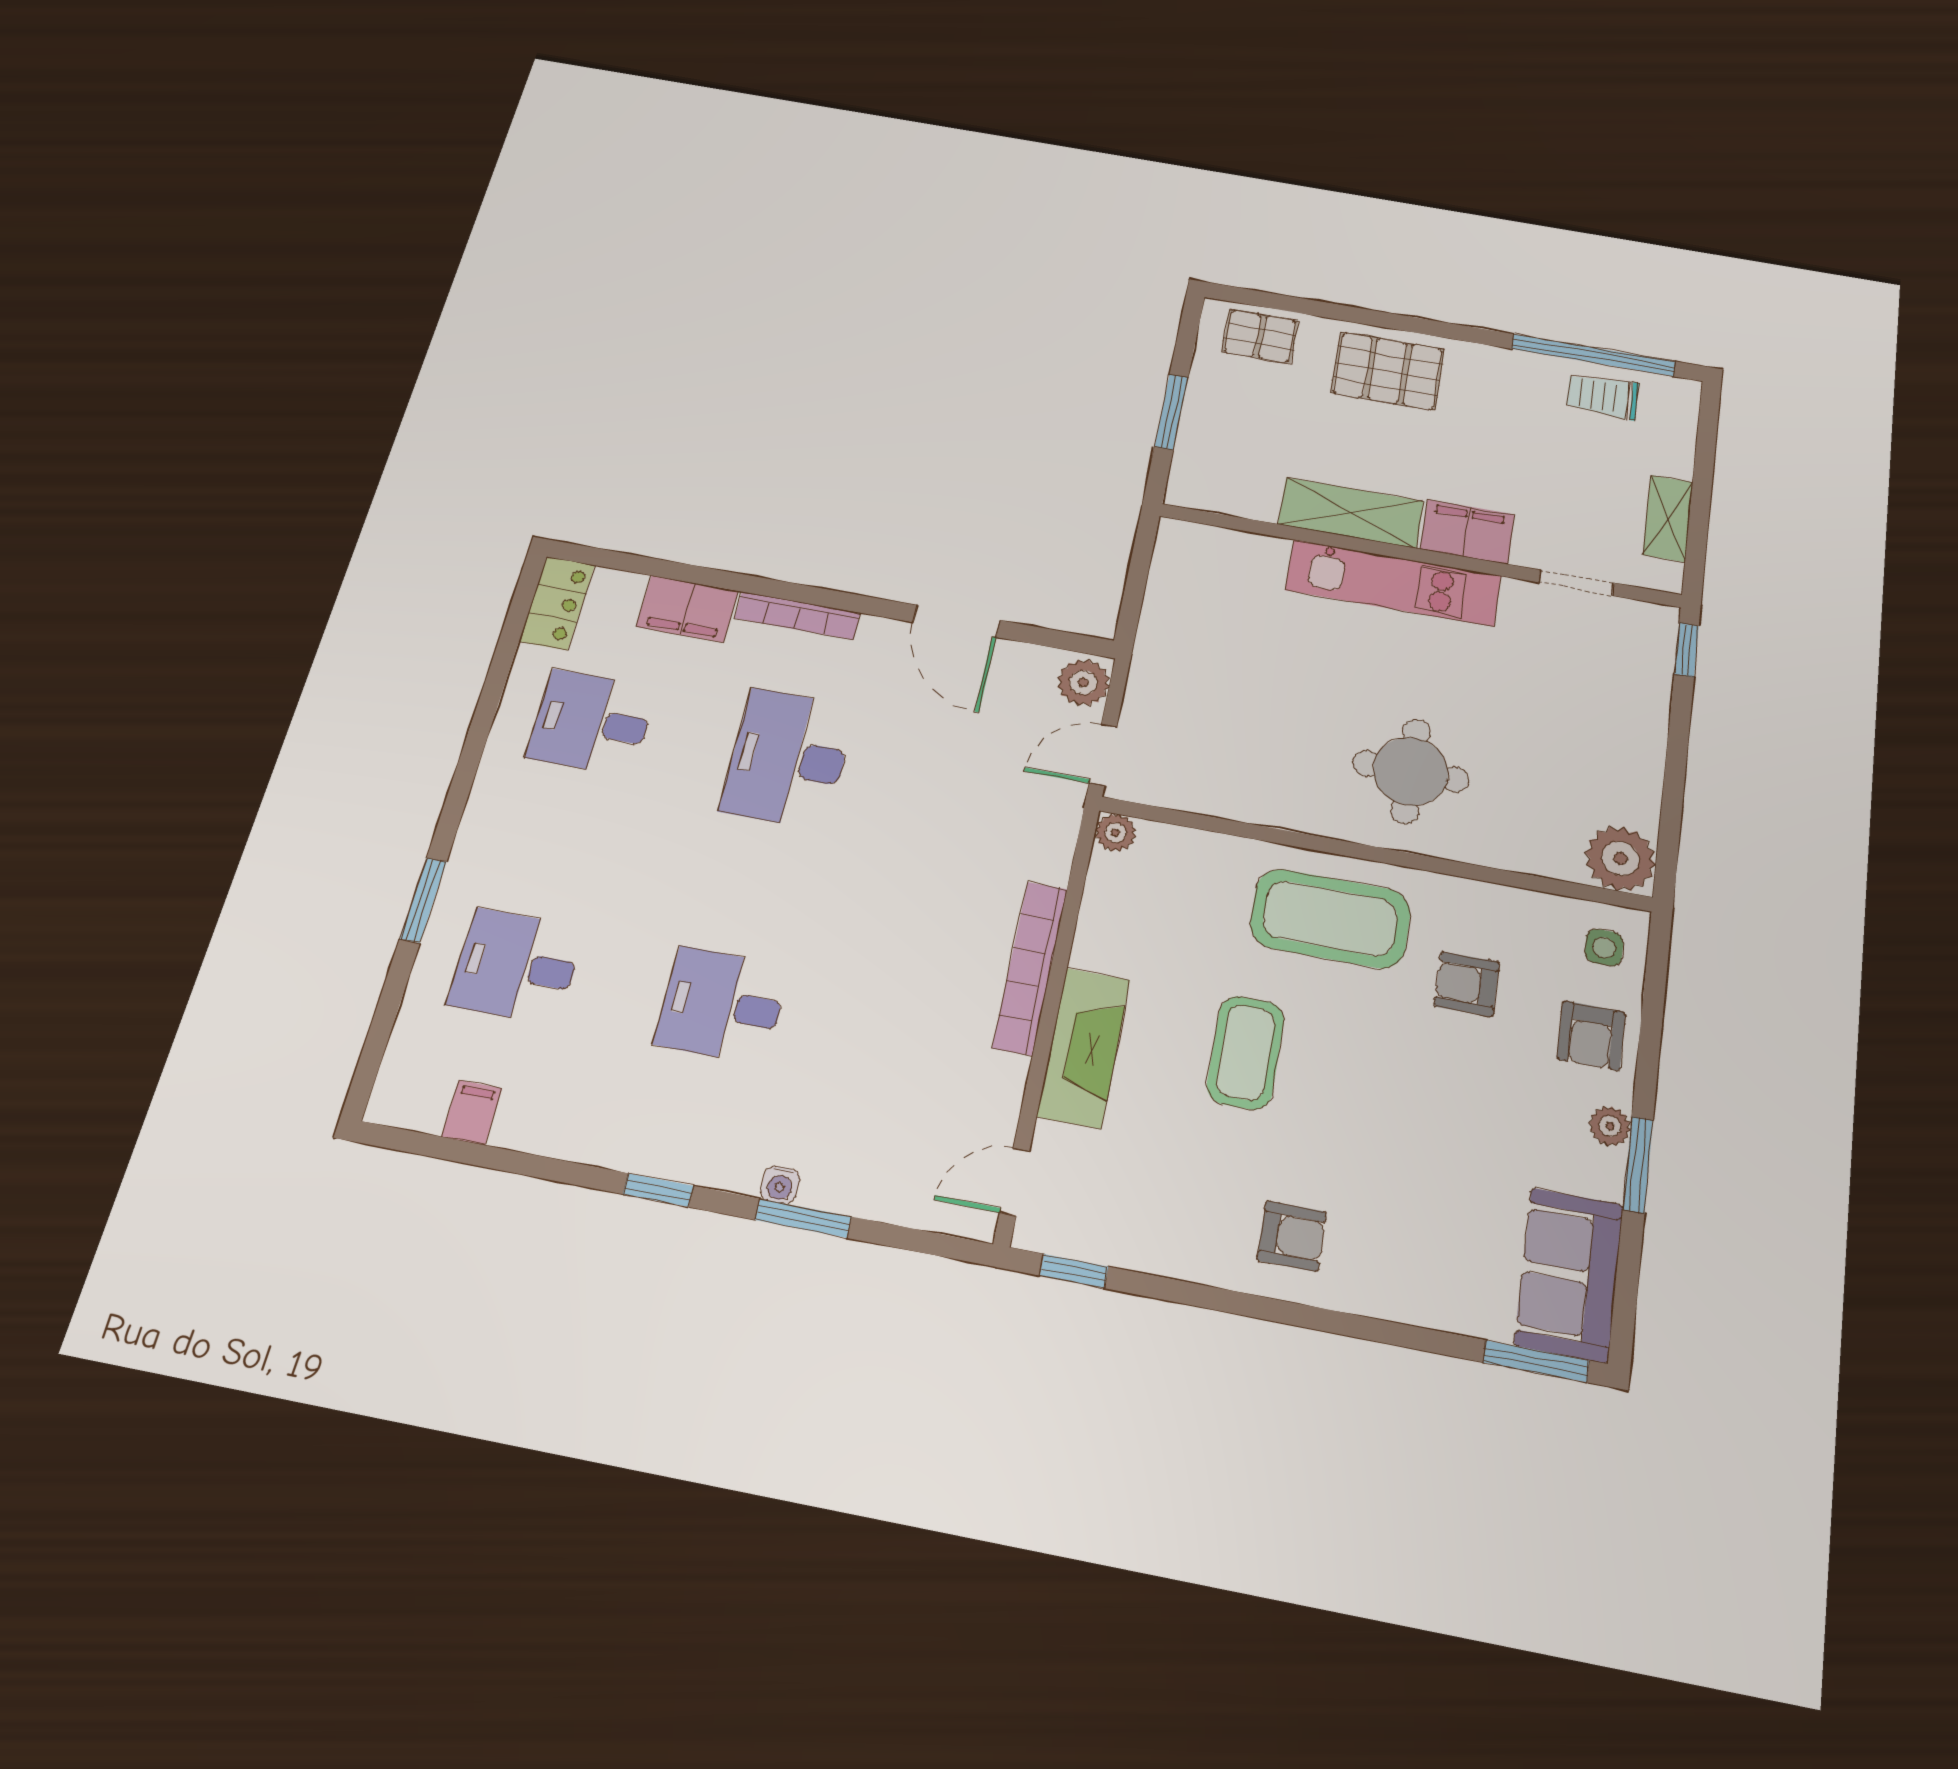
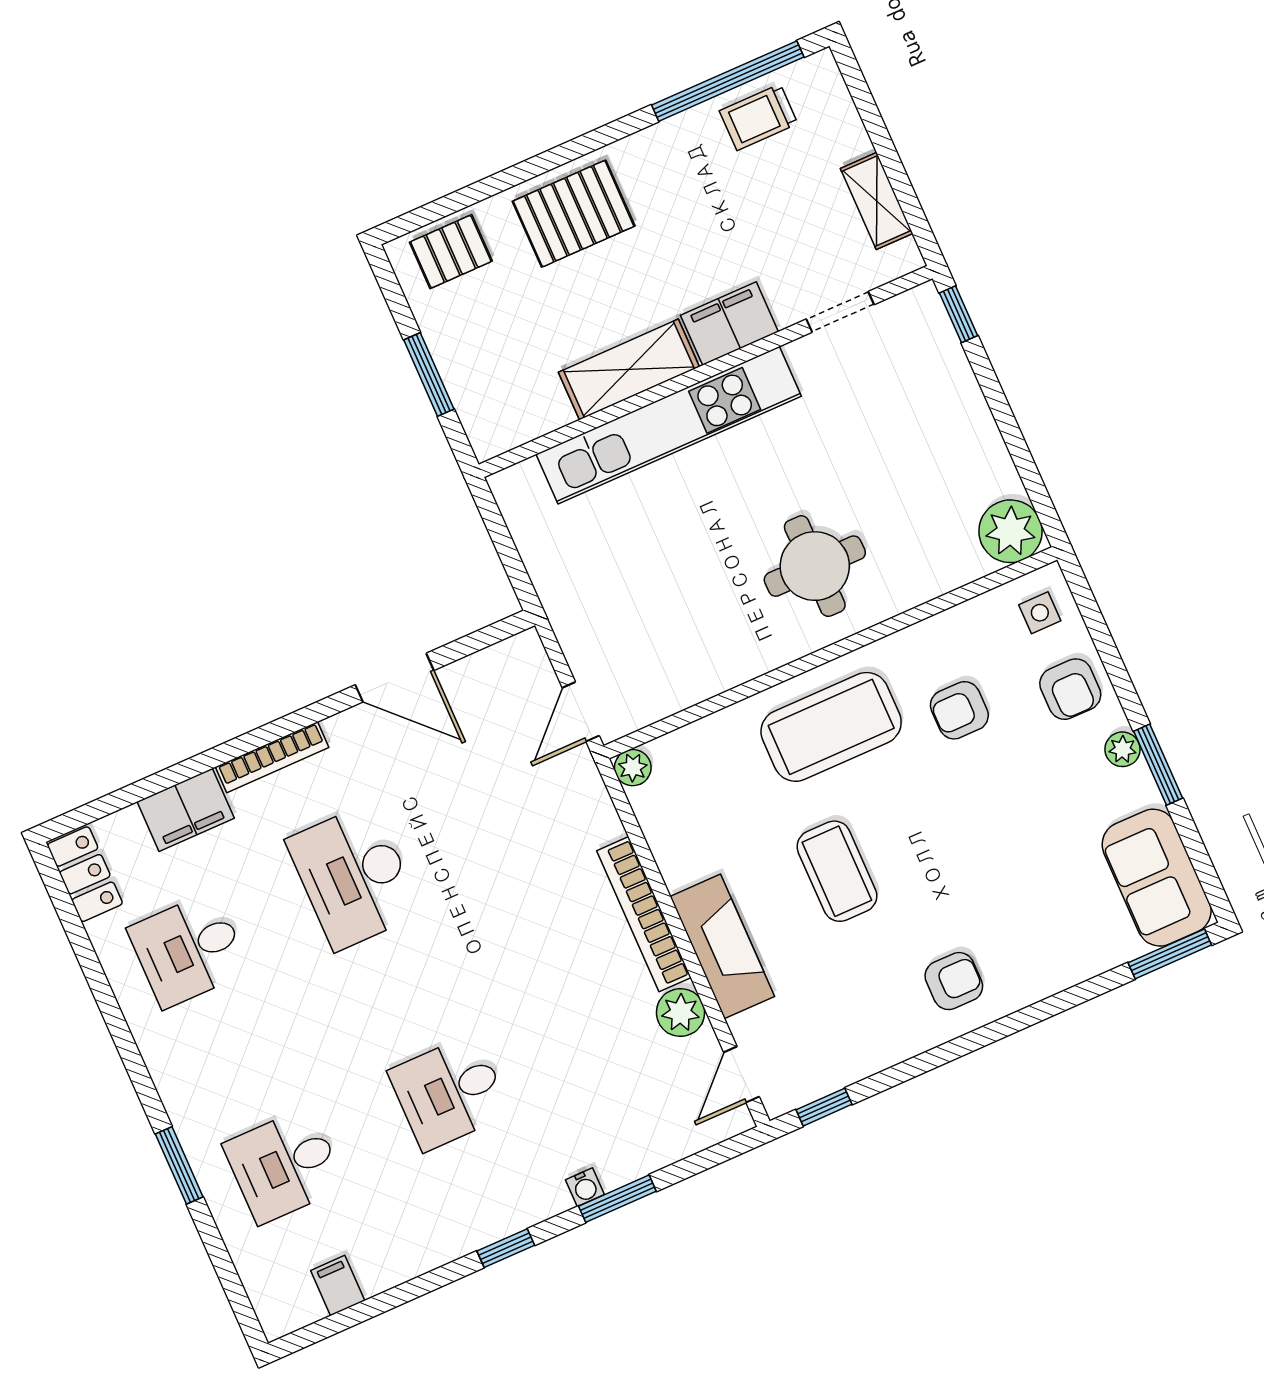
kitchen unit: (1393, 583) -> (669, 425), width x1.36
plant: (1083, 682) -> (680, 1013), moved

